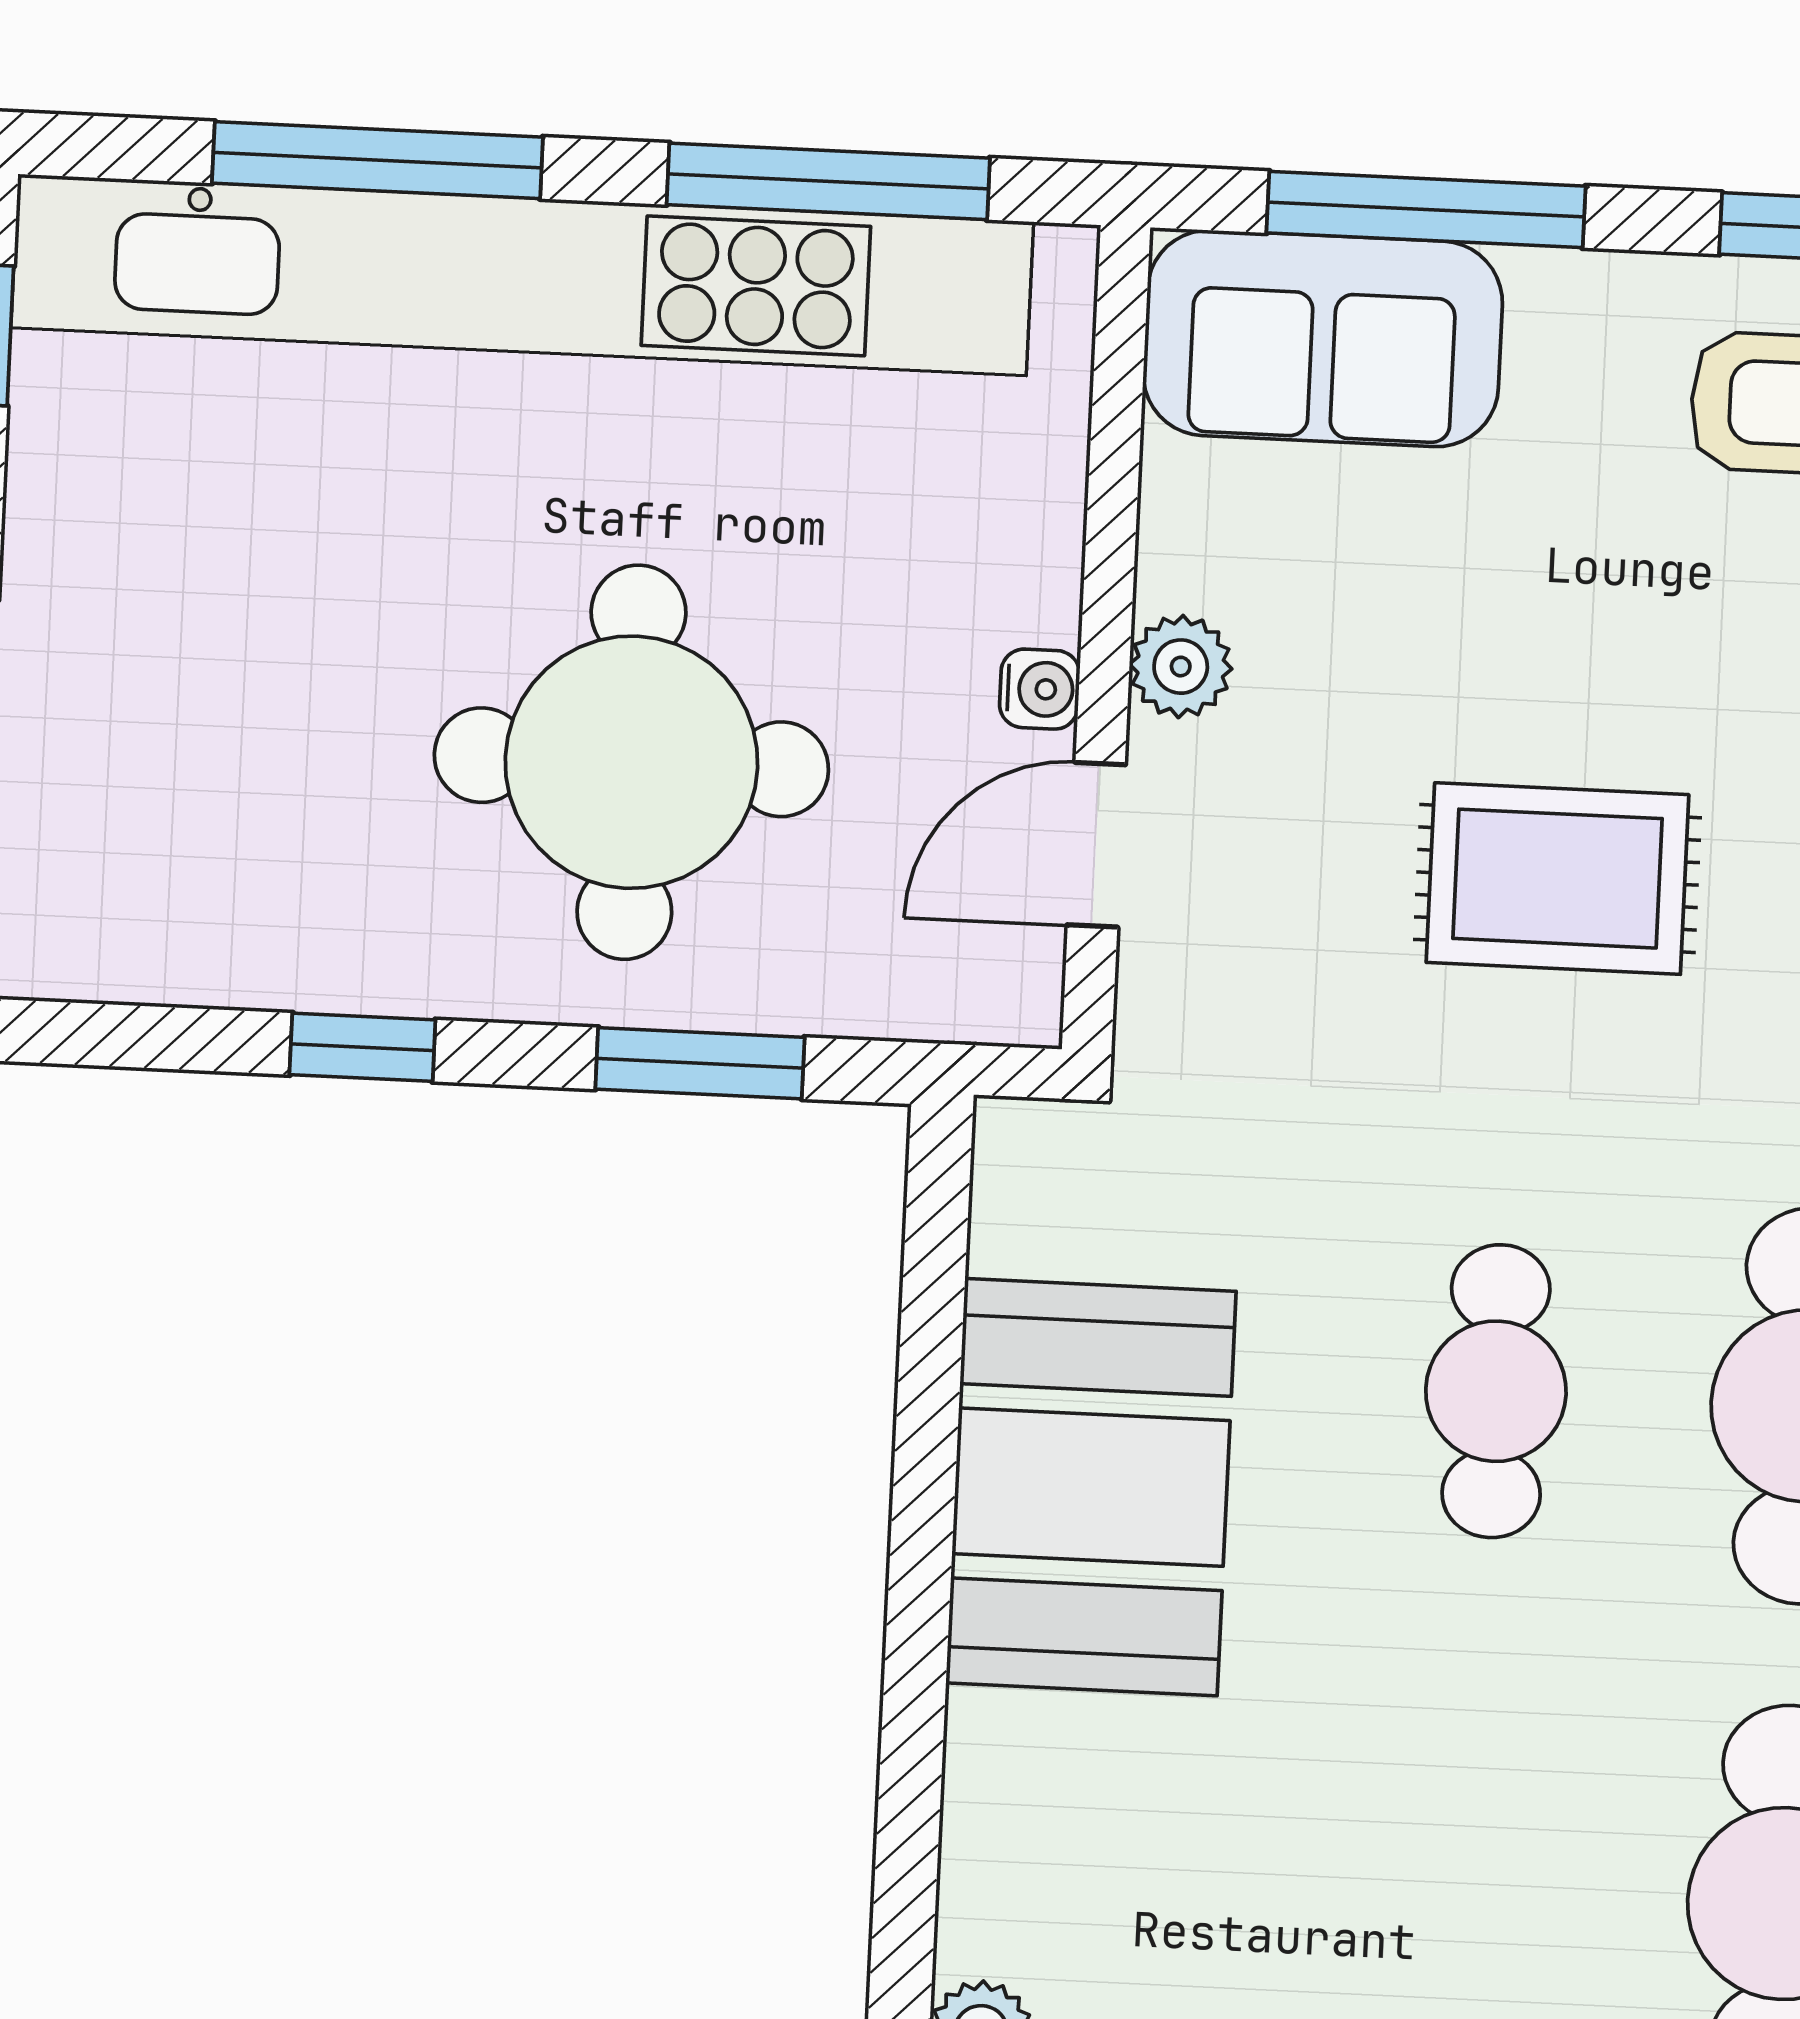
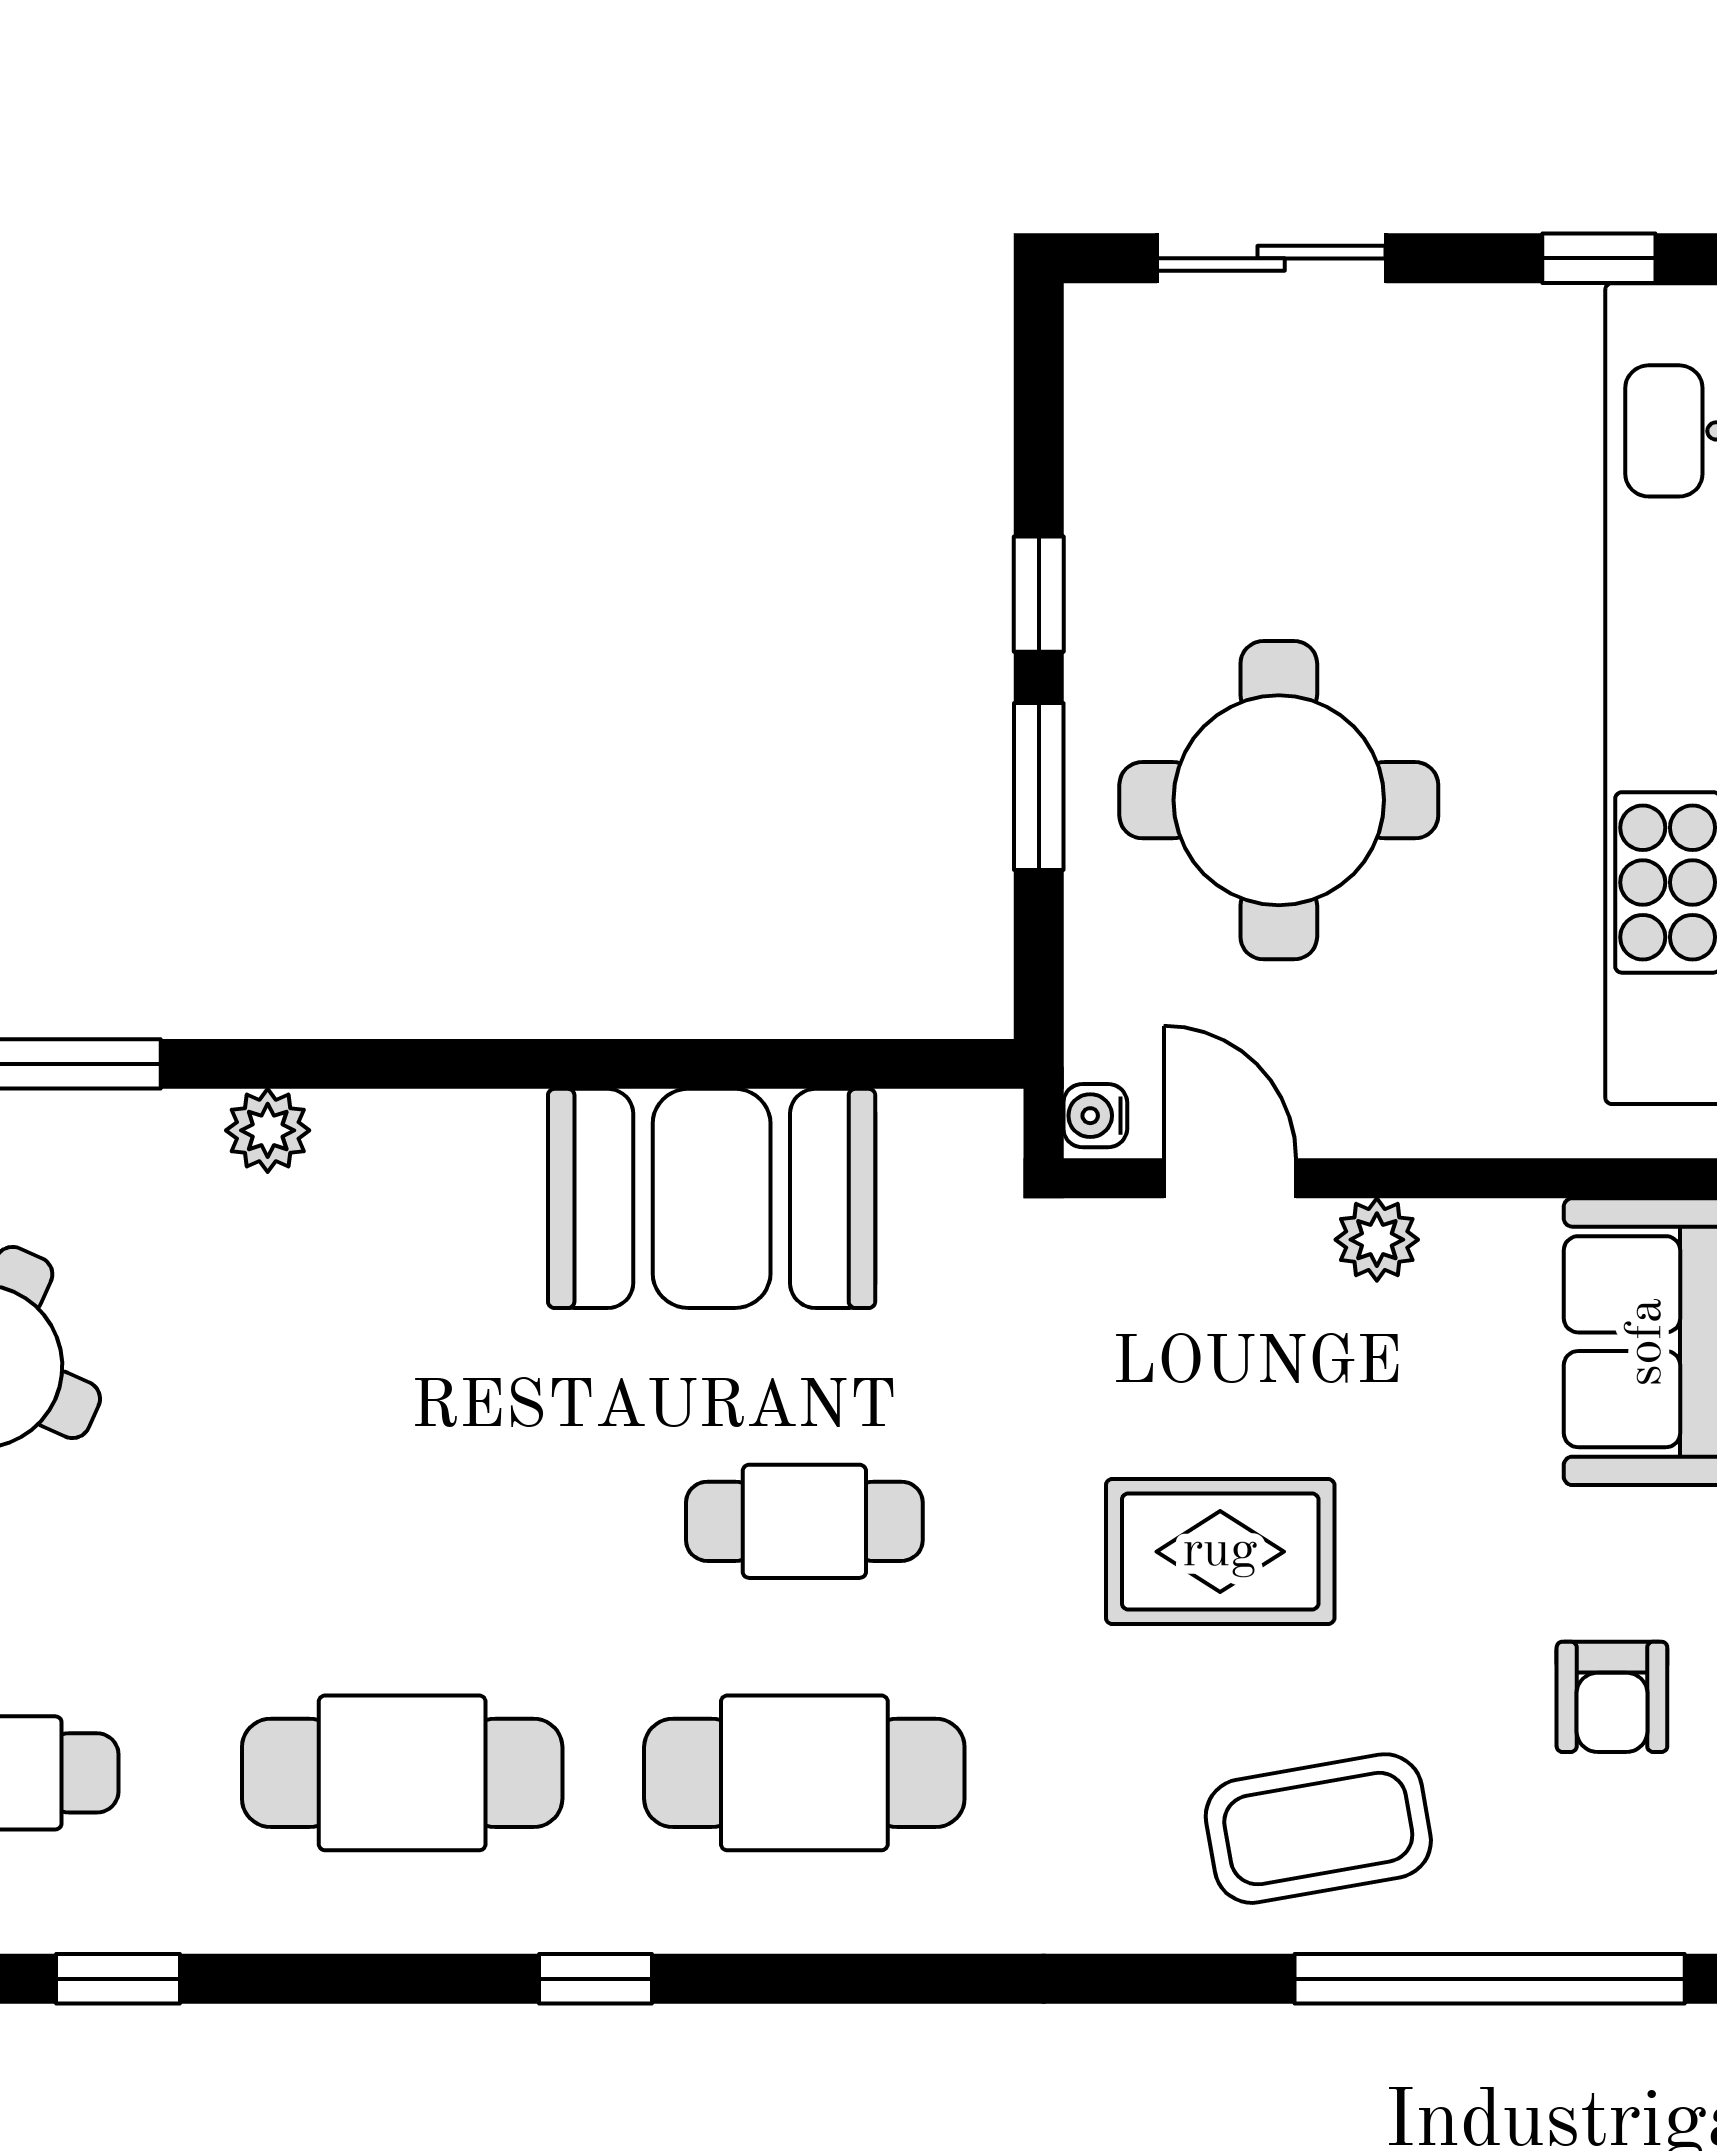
water cooler: (1040, 689) -> (1095, 1116), moved, turned 90
rug: (1558, 879) -> (1220, 1552), turned 90
window: (700, 1063) -> (1039, 786), moved

